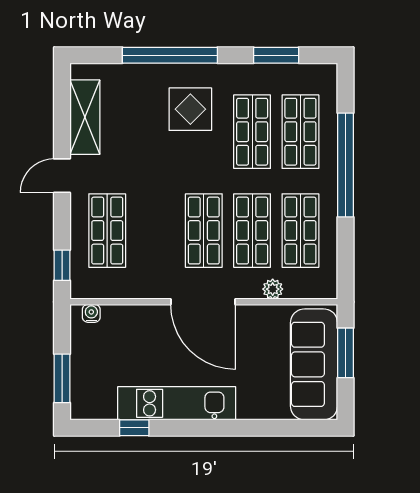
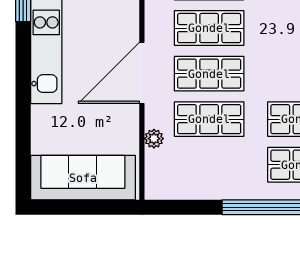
shop shelf: (300, 231) -> (209, 28), moved
window: (346, 353) -> (94, 207), removed

